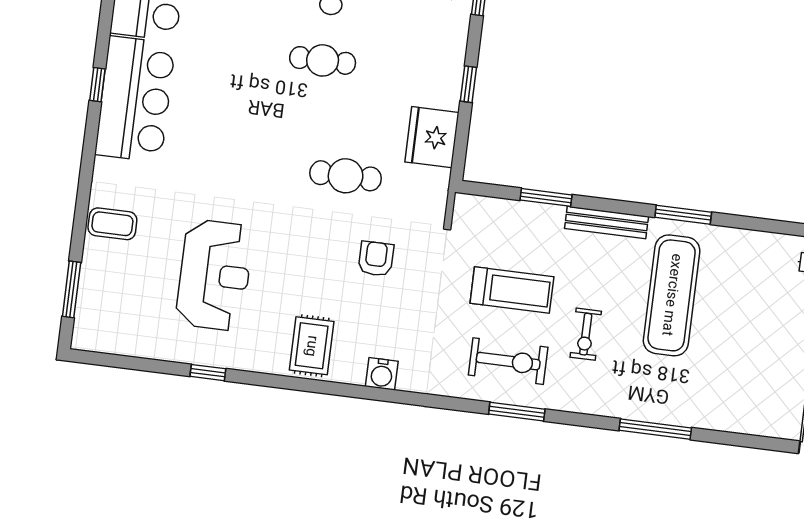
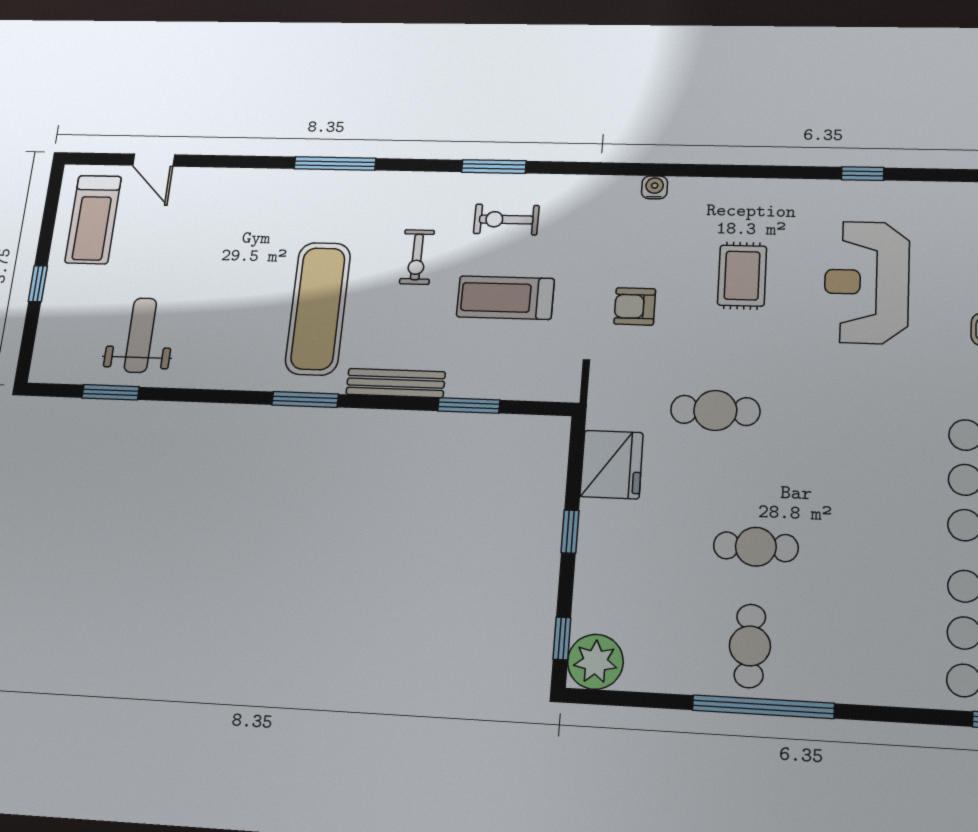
armchair: (376, 259) -> (635, 306), moved, turned 90
exercise bike: (586, 334) -> (417, 257), turned 180
rug: (312, 346) -> (742, 276), moved
exercise bike: (508, 361) -> (506, 220), width x0.73, depth x0.72
water cooler: (382, 374) -> (655, 187), width x0.72, depth x0.72

